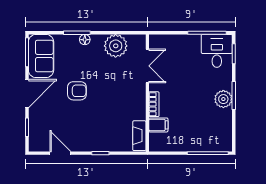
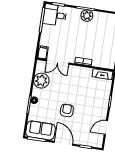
double door: (147, 66) -> (58, 62), swing flipped
filing cabinet: (158, 125) -> (43, 52), moved

